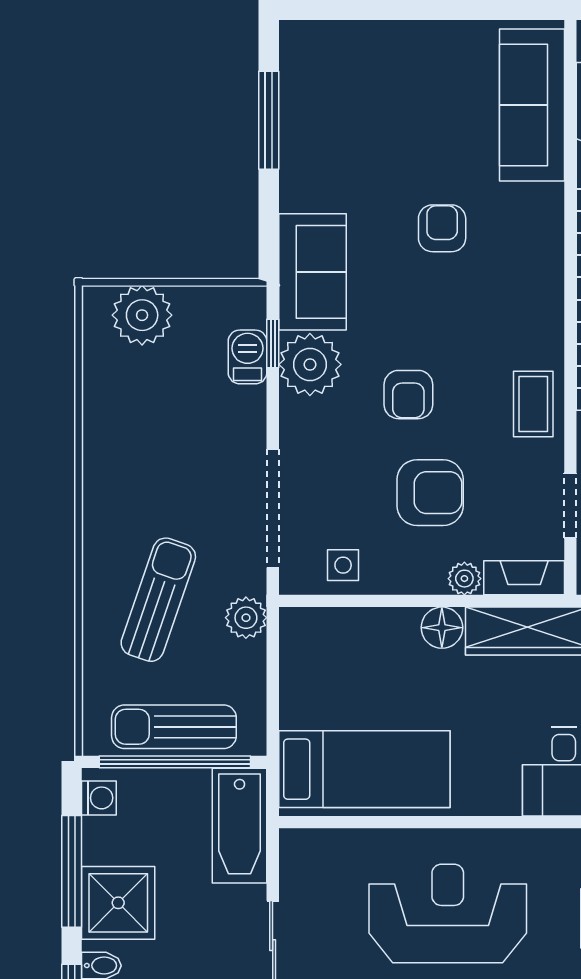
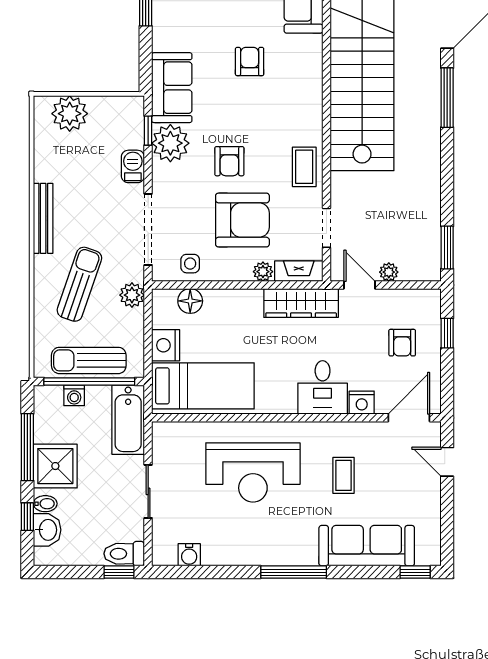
barbecue: (248, 357) -> (133, 166), moved
bench: (98, 490) -> (43, 218), added
armchair: (430, 493) -> (242, 220), width x1.36, depth x1.36
floor lamp: (442, 628) -> (190, 301), moved
nightstand: (302, 701) -> (166, 345), added
washing machine: (99, 798) -> (74, 395), moved, turned 90
reception desk: (448, 914) -> (253, 472), turned 180

